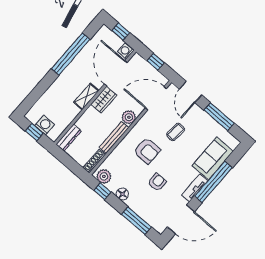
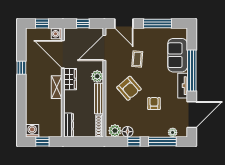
window: (71, 54) -> (21, 68), width x0.32
washing machine: (45, 125) -> (32, 131), moved
armchair: (147, 151) -> (129, 88), turned 49
window: (102, 191) -> (134, 141), moved
floor lamp: (122, 194) -> (128, 132), moved
plant: (152, 220) -> (173, 132), added

